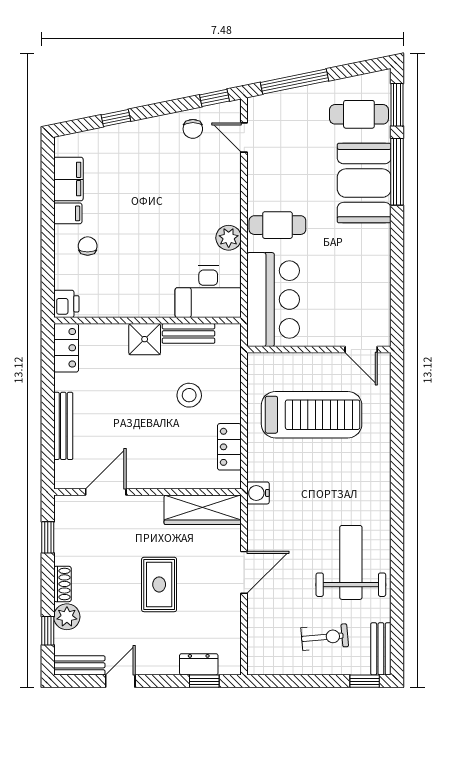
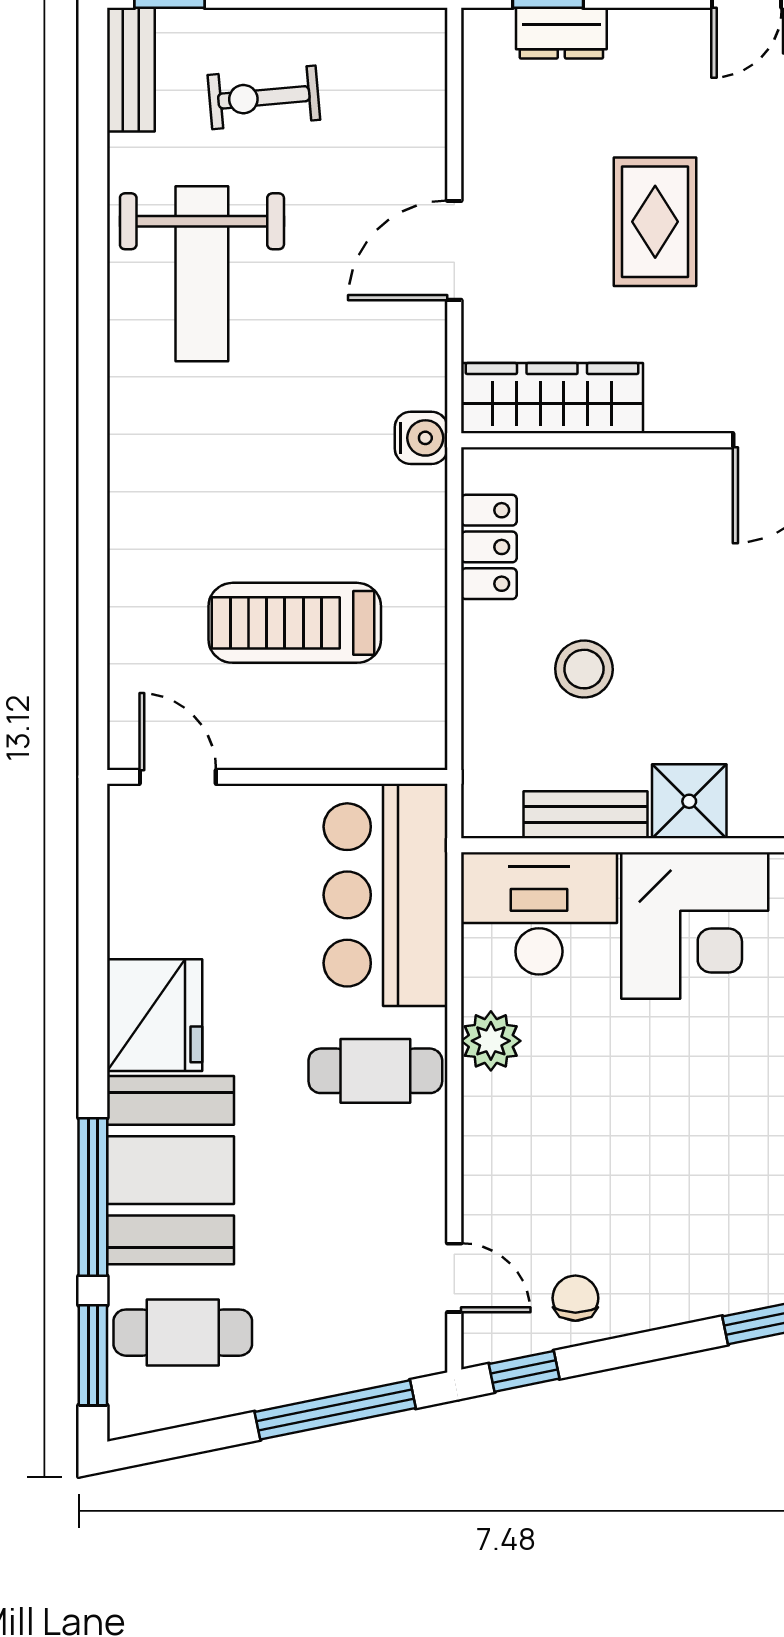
fridge: (371, 249) -> (155, 1015), added
corner desk: (142, 287) -> (695, 926), added
treadmill: (312, 415) -> (295, 623), width x0.73, depth x0.73

